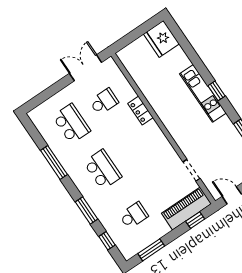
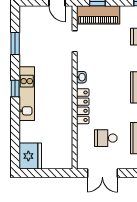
locker: (141, 111) -> (83, 106), width x1.53
washbasin: (163, 142) -> (81, 77), added

